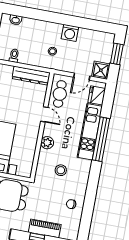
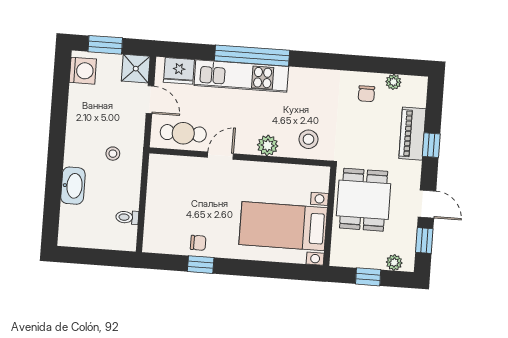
washbasin: (16, 20) -> (73, 186), moved, width x1.91, depth x1.45
washing machine: (70, 33) -> (83, 71), moved
dresser: (31, 76) -> (158, 185), removed
stool: (61, 170) -> (308, 139), moved
plant: (76, 221) -> (393, 82), added

